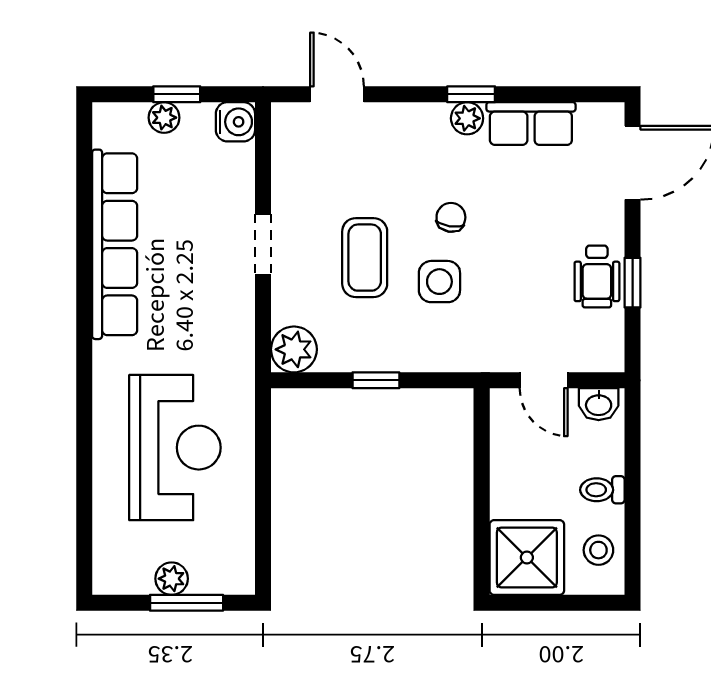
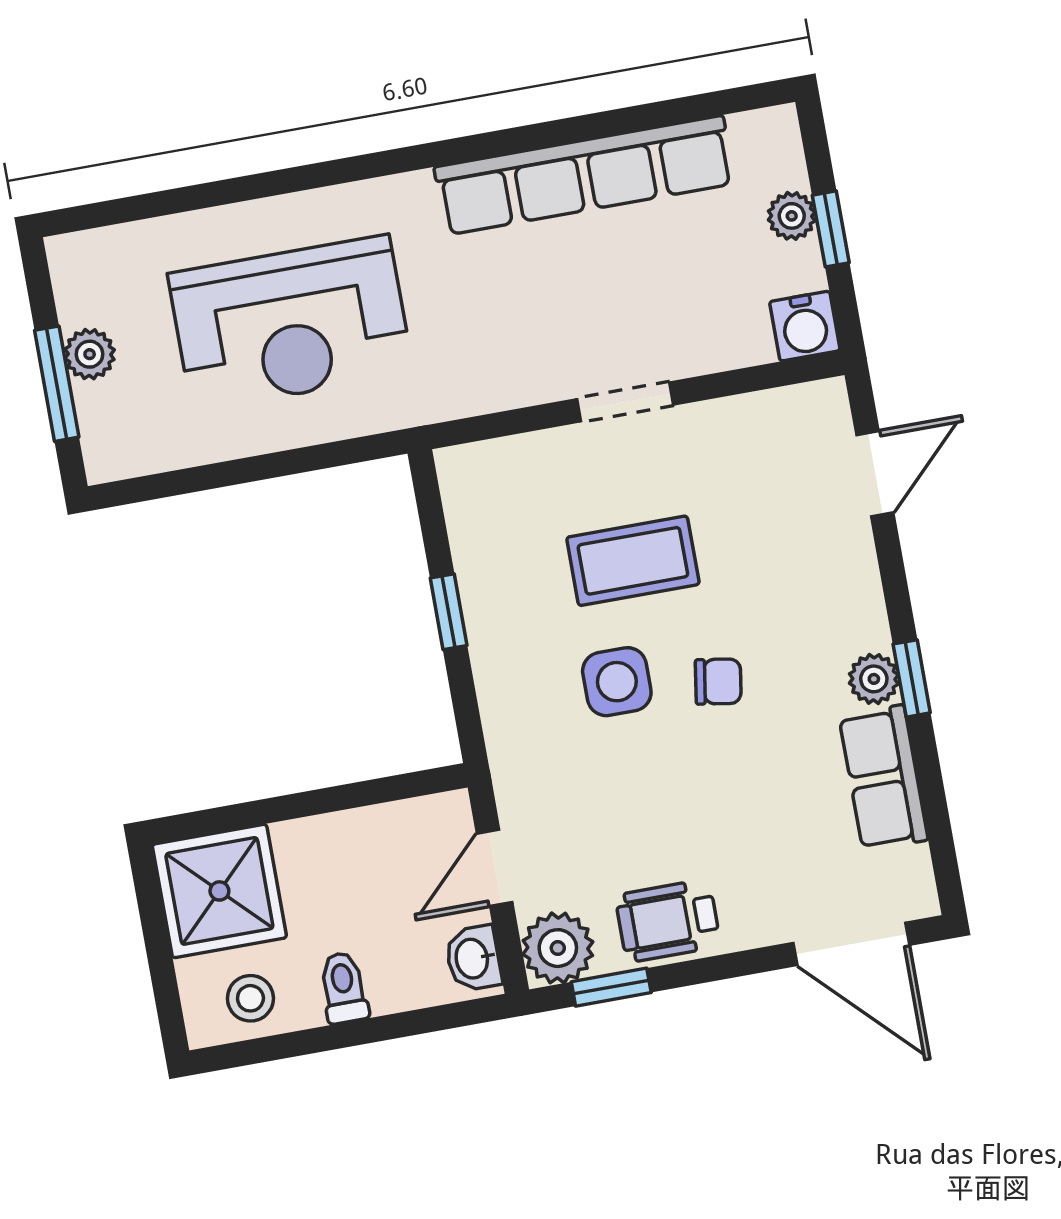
window: (633, 283) -> (611, 987), moved
plant: (294, 349) -> (558, 948), moved

